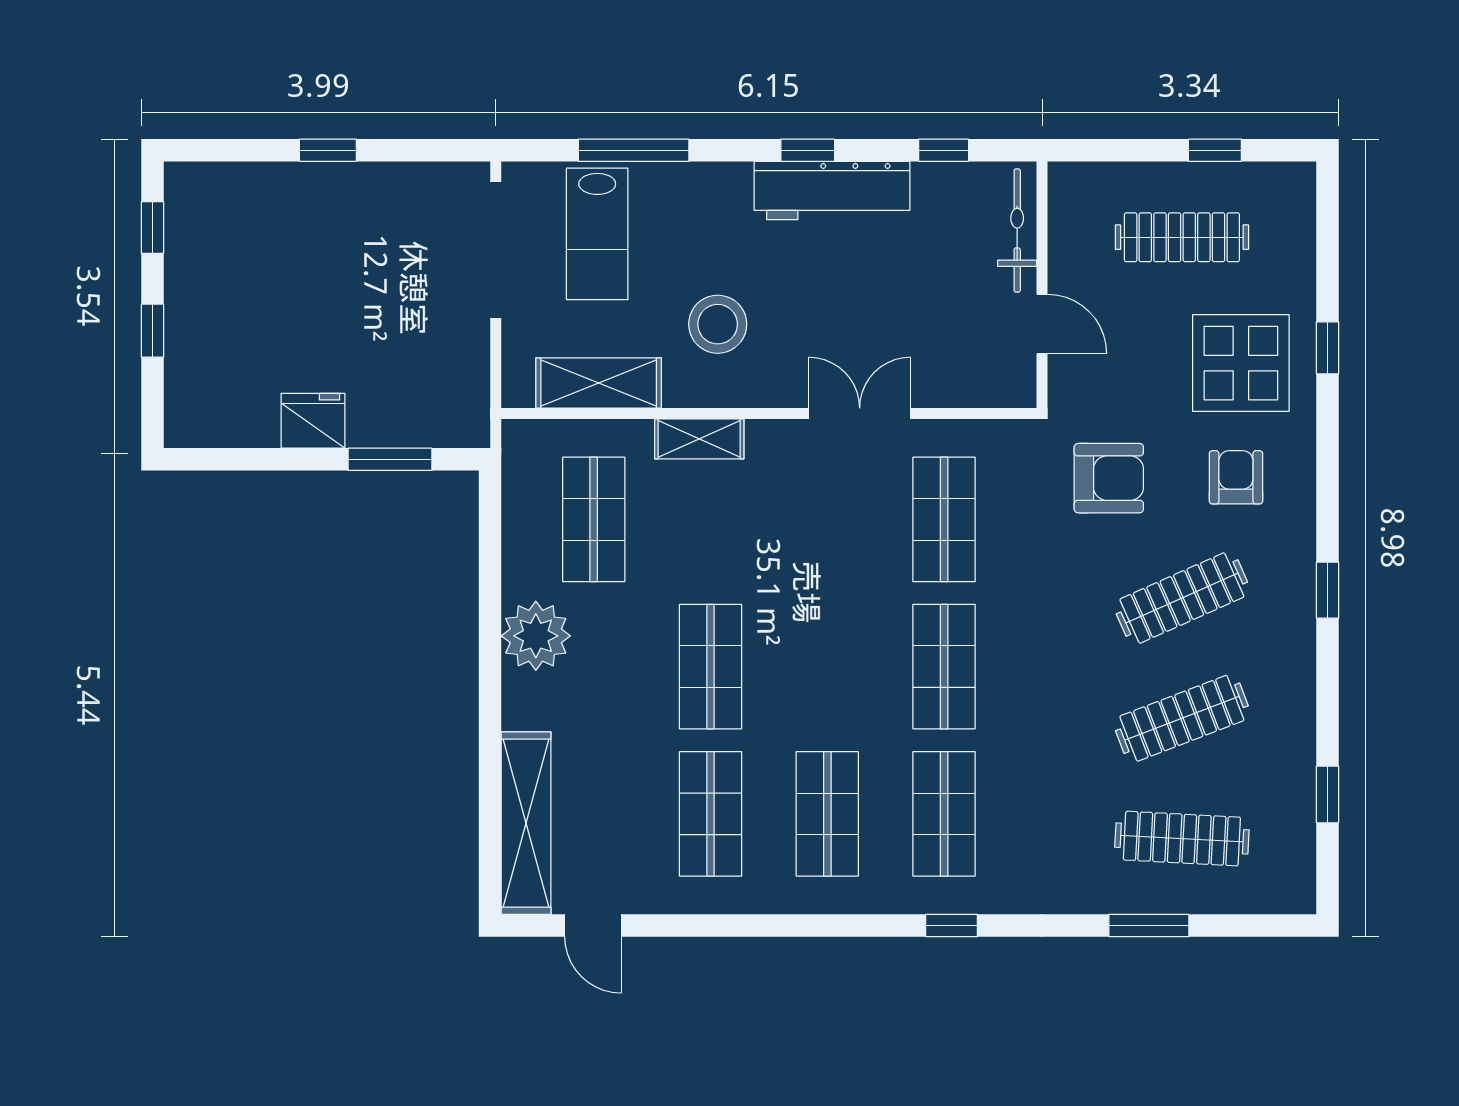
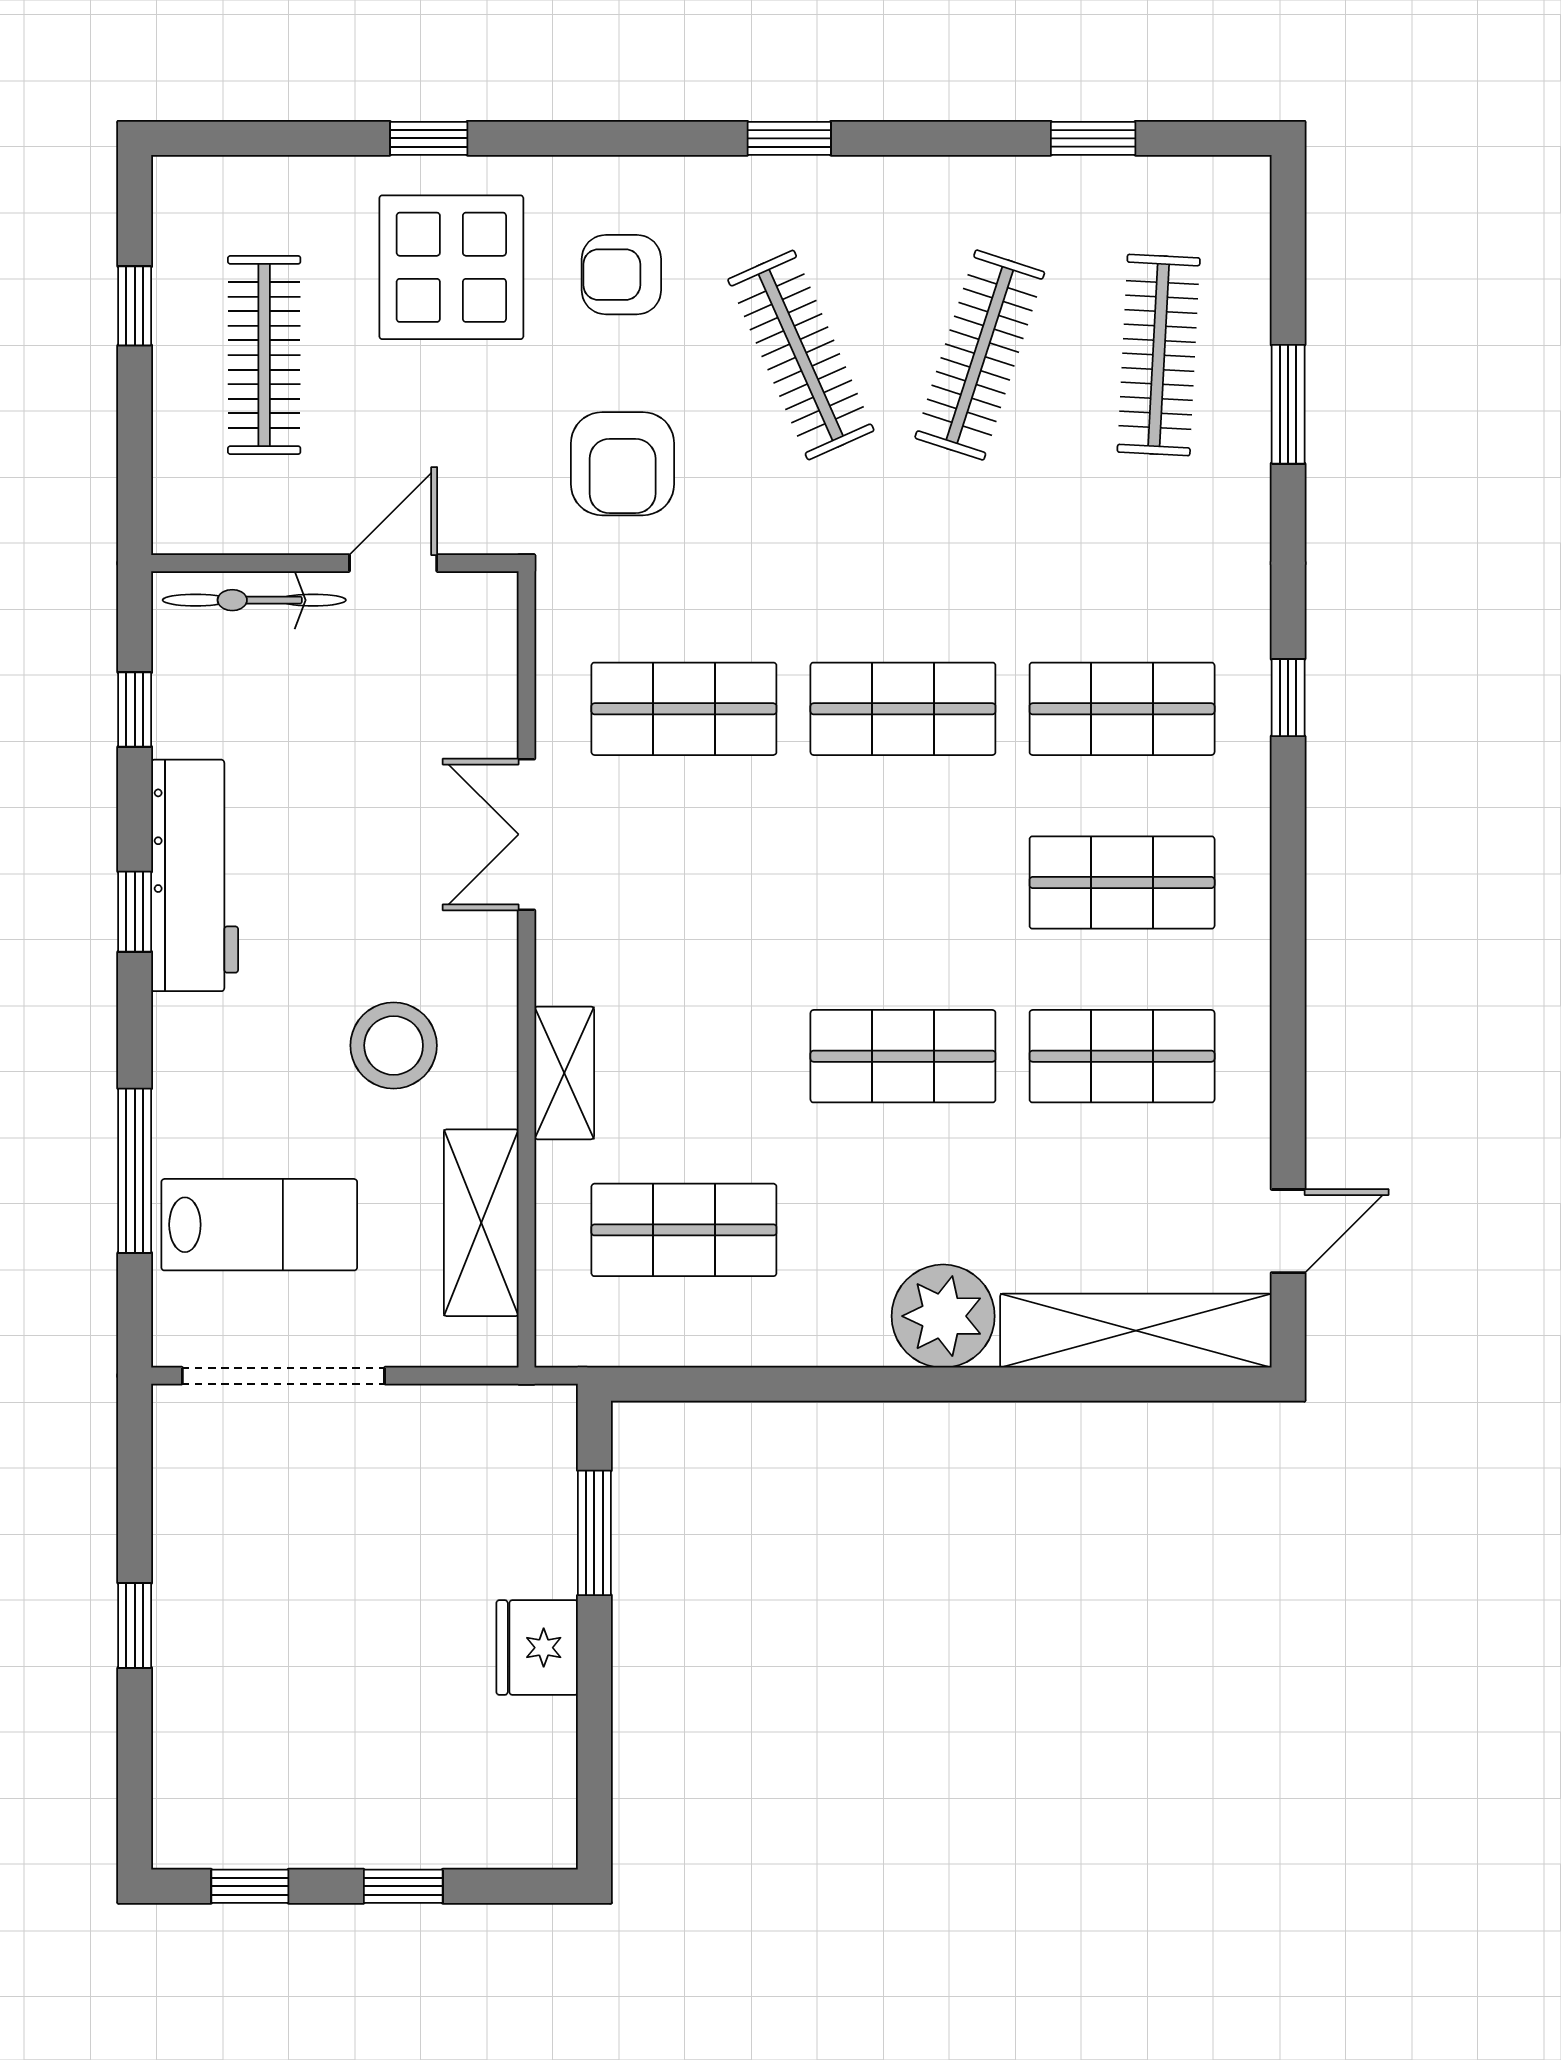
armchair: (1109, 478) -> (623, 464), turned 180
plant: (536, 636) -> (943, 1316), moved
clothes rail: (1182, 718) -> (980, 355), turned 39

